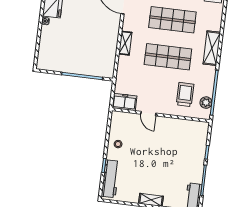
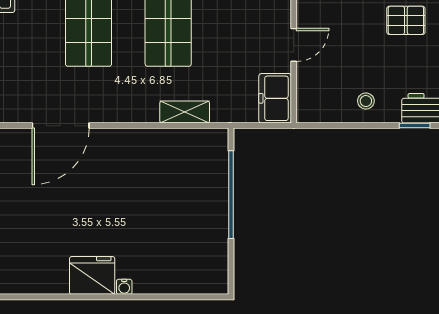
shelving: (125, 43) -> (185, 112), moved
pallet: (153, 167) -> (406, 20), added

